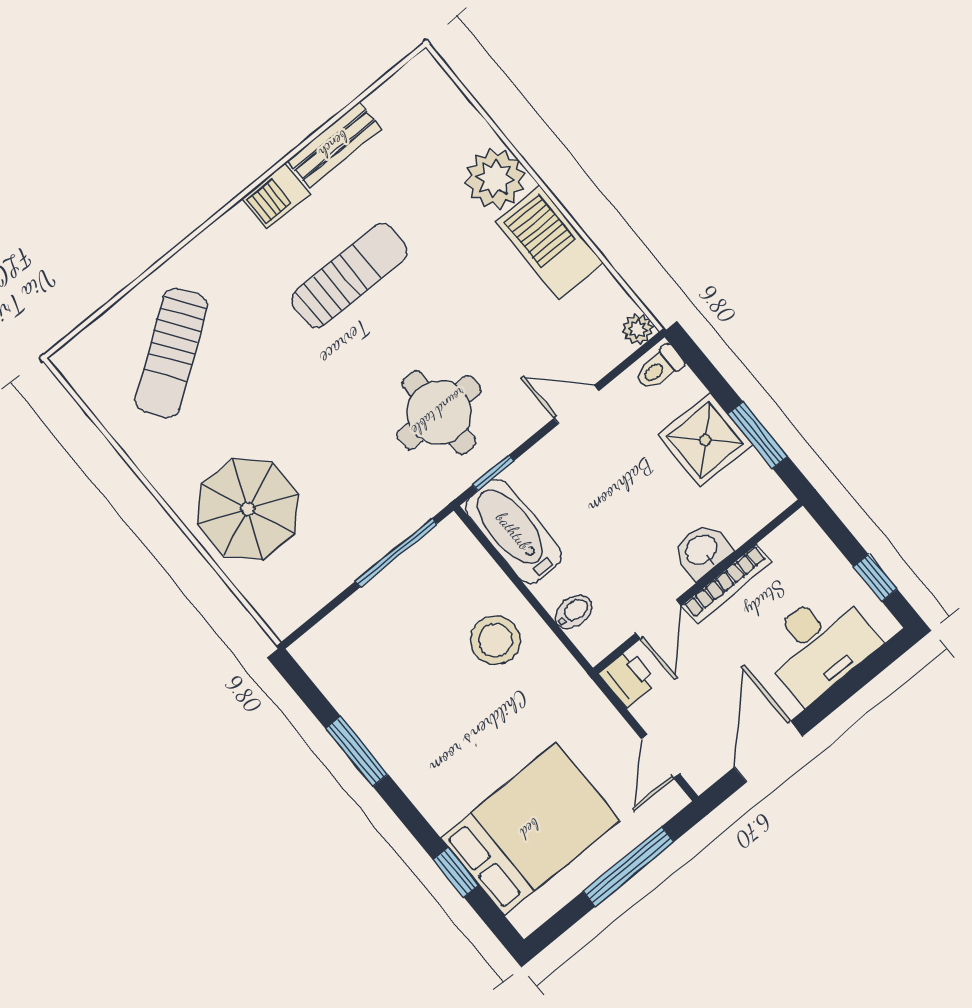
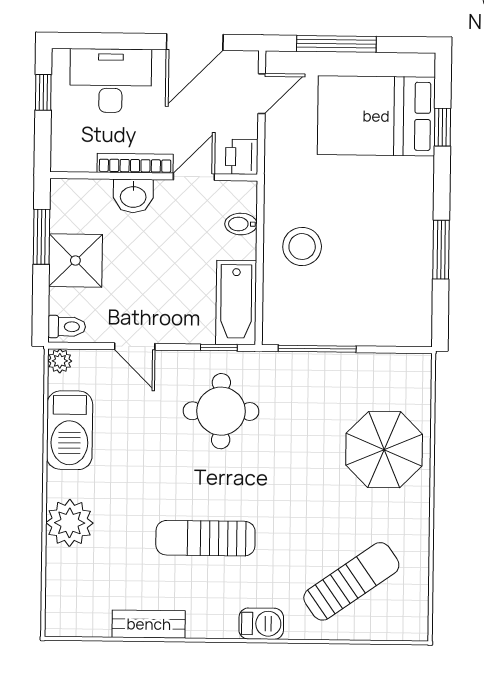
barbecue: (276, 196) -> (261, 624), moved
barbecue: (549, 243) -> (70, 430), moved

